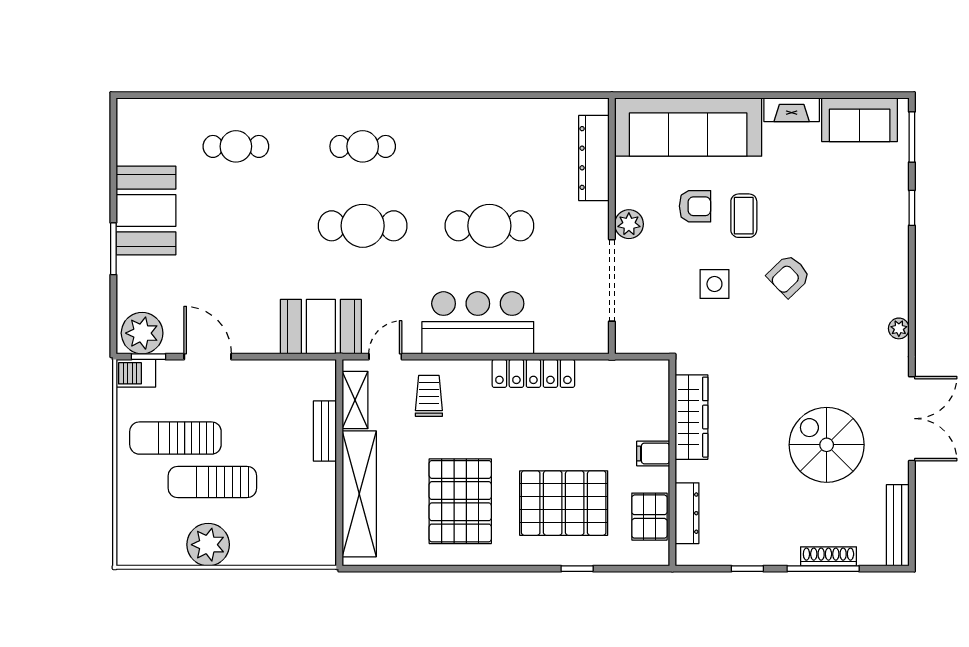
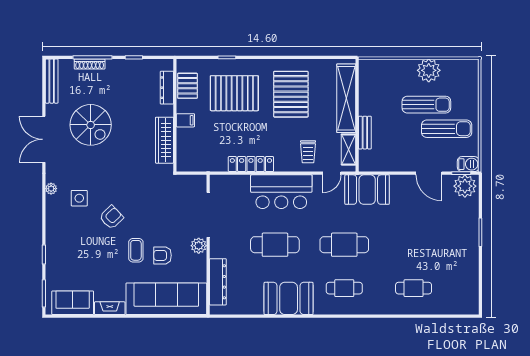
booth: (146, 211) -> (289, 298), moved, turned 90
side table: (714, 284) -> (79, 198), moved

